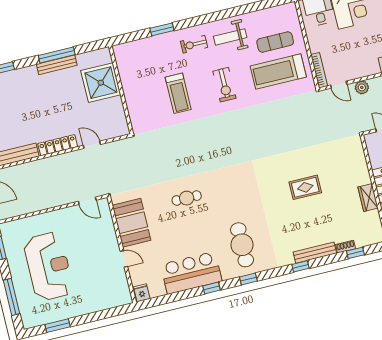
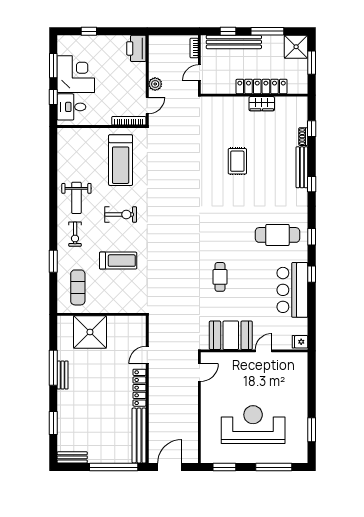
exercise mat: (275, 42) -> (78, 287), moved
bench: (57, 65) -> (63, 375), width x0.73

